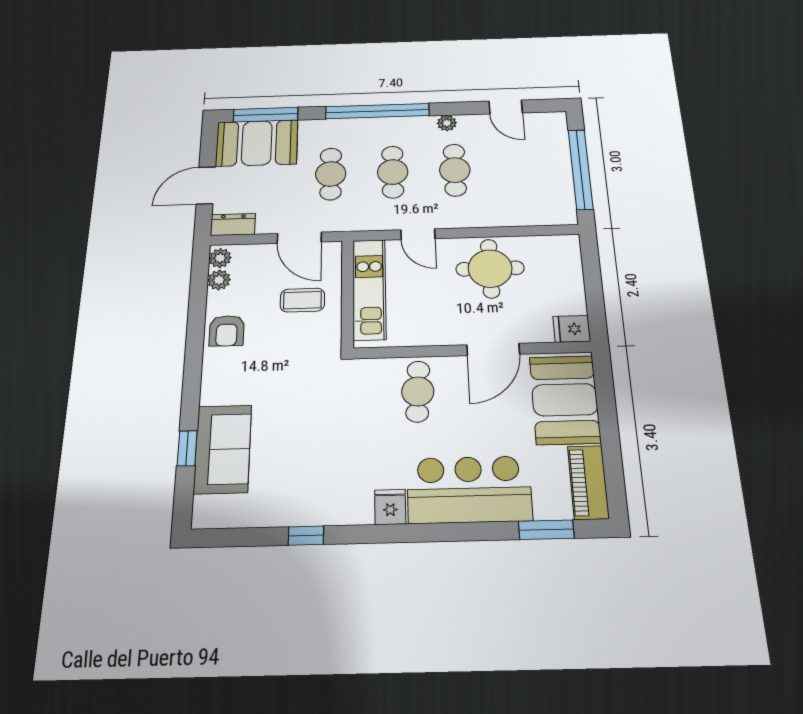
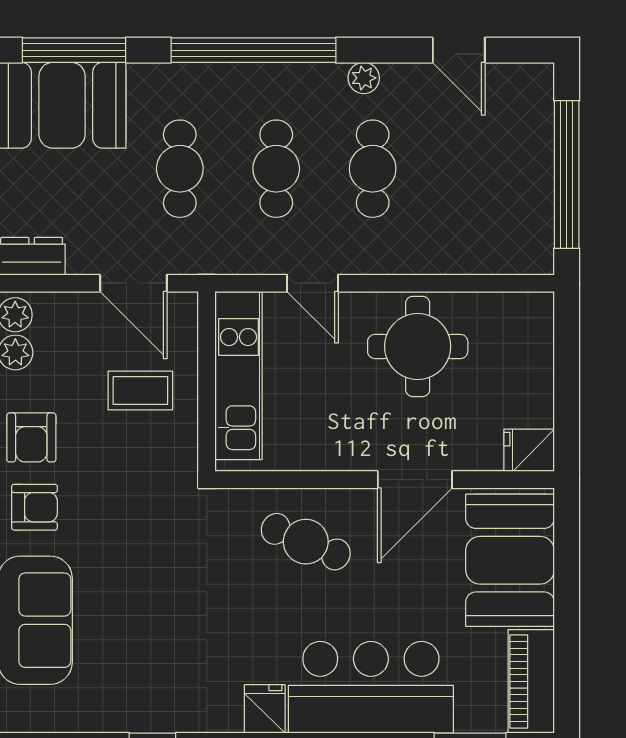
armchair: (226, 374) -> (35, 507), added
cafe table: (418, 391) -> (306, 542), turned -70

